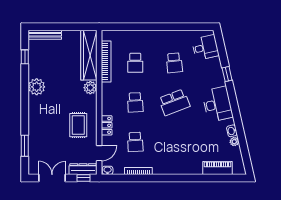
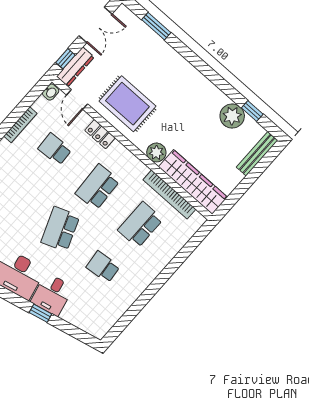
desk: (205, 47) -> (52, 294), moved
school desk: (135, 63) -> (140, 225), width x1.85
plant: (37, 87) -> (232, 116), moved
school desk: (135, 102) -> (98, 187), width x1.85
rug: (78, 125) -> (127, 104), width x1.36, depth x1.43

